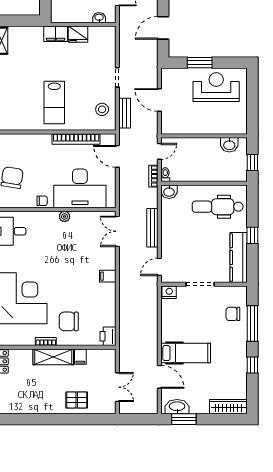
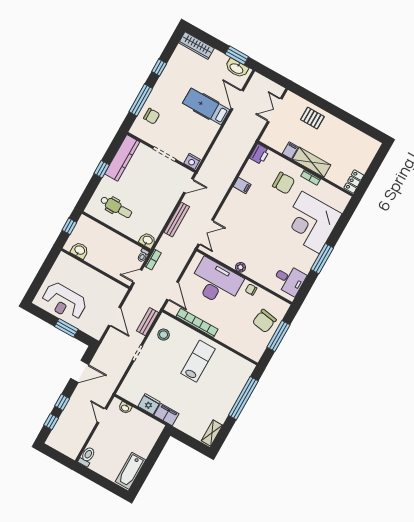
dental chair: (218, 207) -> (116, 207), width x0.73, depth x0.72
filing cabinet: (108, 276) -> (242, 185), moved

